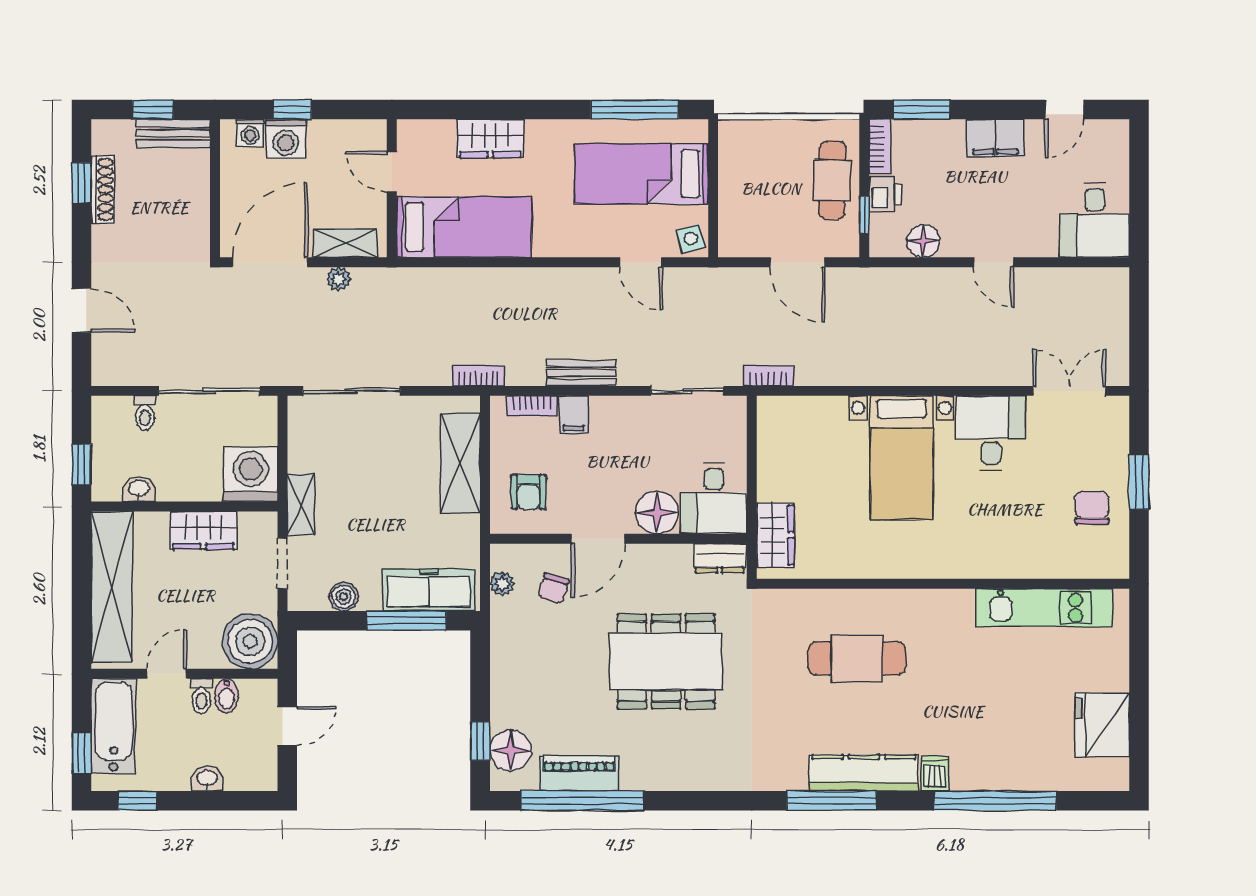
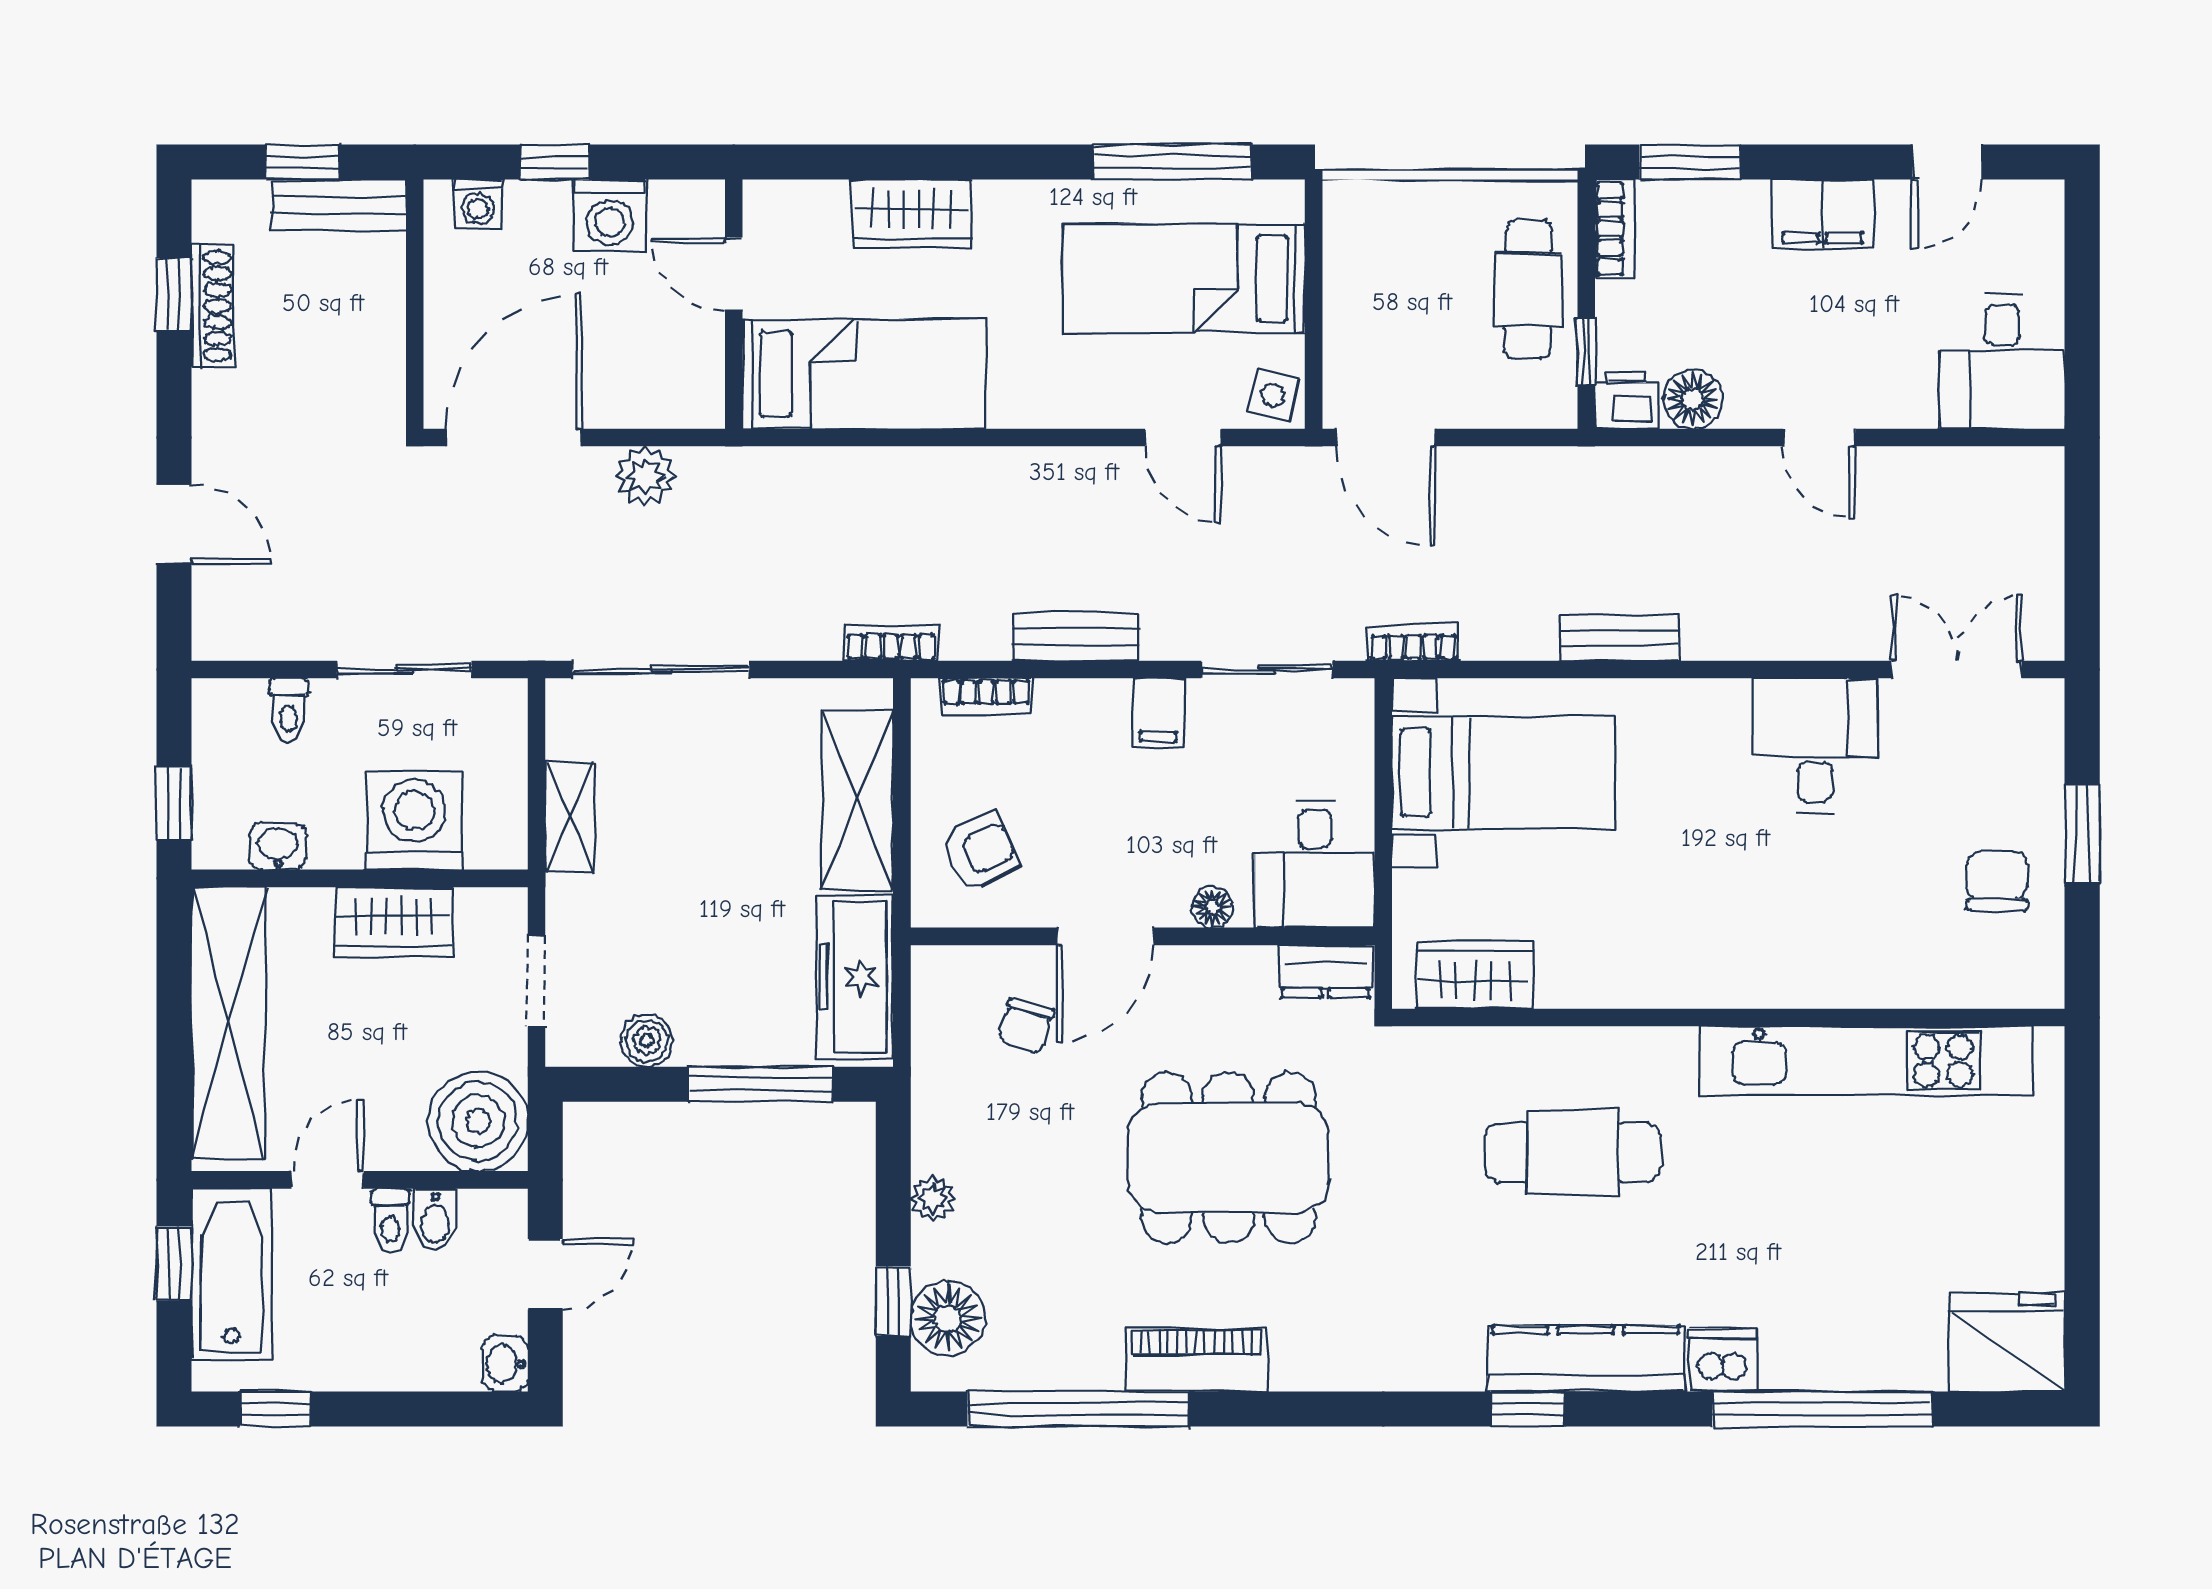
washing machine: (286, 139) -> (610, 215), moved
printer: (885, 194) -> (1627, 400), moved, turned -90
side table: (691, 239) -> (1273, 395), turned 30
shelving: (345, 243) -> (650, 403), removed
door: (797, 262) -> (1386, 438), moved
plant: (338, 279) -> (645, 476), width x1.38, depth x1.38
bench: (883, 373) -> (1619, 638), added
sliding door: (209, 391) -> (404, 670), width x0.73
filing cabinet: (574, 415) -> (1158, 712), moved
bed with nightstands: (902, 458) -> (1504, 773), moved, turned -90
washing machine: (251, 475) -> (414, 821), moved
armchair: (528, 492) -> (980, 852), turned -116
shelving: (301, 504) -> (570, 817), moved
floor lamp: (657, 513) -> (1212, 907), width x0.53, depth x0.53
wardrobe: (775, 535) -> (1474, 975), moved, turned -90
plant: (502, 584) -> (933, 1198), moved
freezer: (429, 590) -> (855, 977), moved, turned -90
kitchen unit: (1044, 608) -> (1866, 1061), width x1.36
fridge: (1102, 725) -> (2007, 1343), moved, turned 90
window: (82, 753) -> (174, 1263), moved
piano: (579, 773) -> (1196, 1360), moved
dishwasher: (935, 773) -> (1723, 1360), width x1.38
washbasin: (207, 779) -> (505, 1364), moved, turned -90
window: (832, 801) -> (1527, 1409), width x0.46

